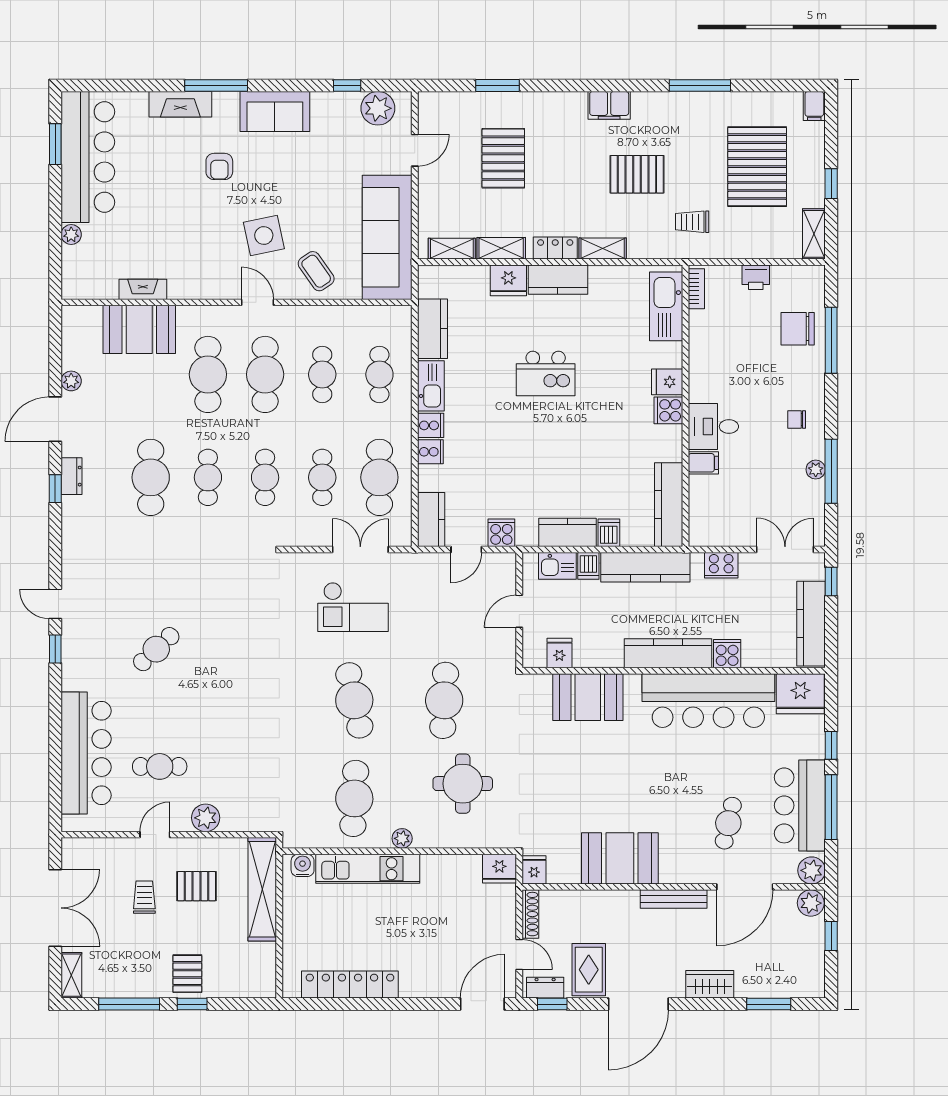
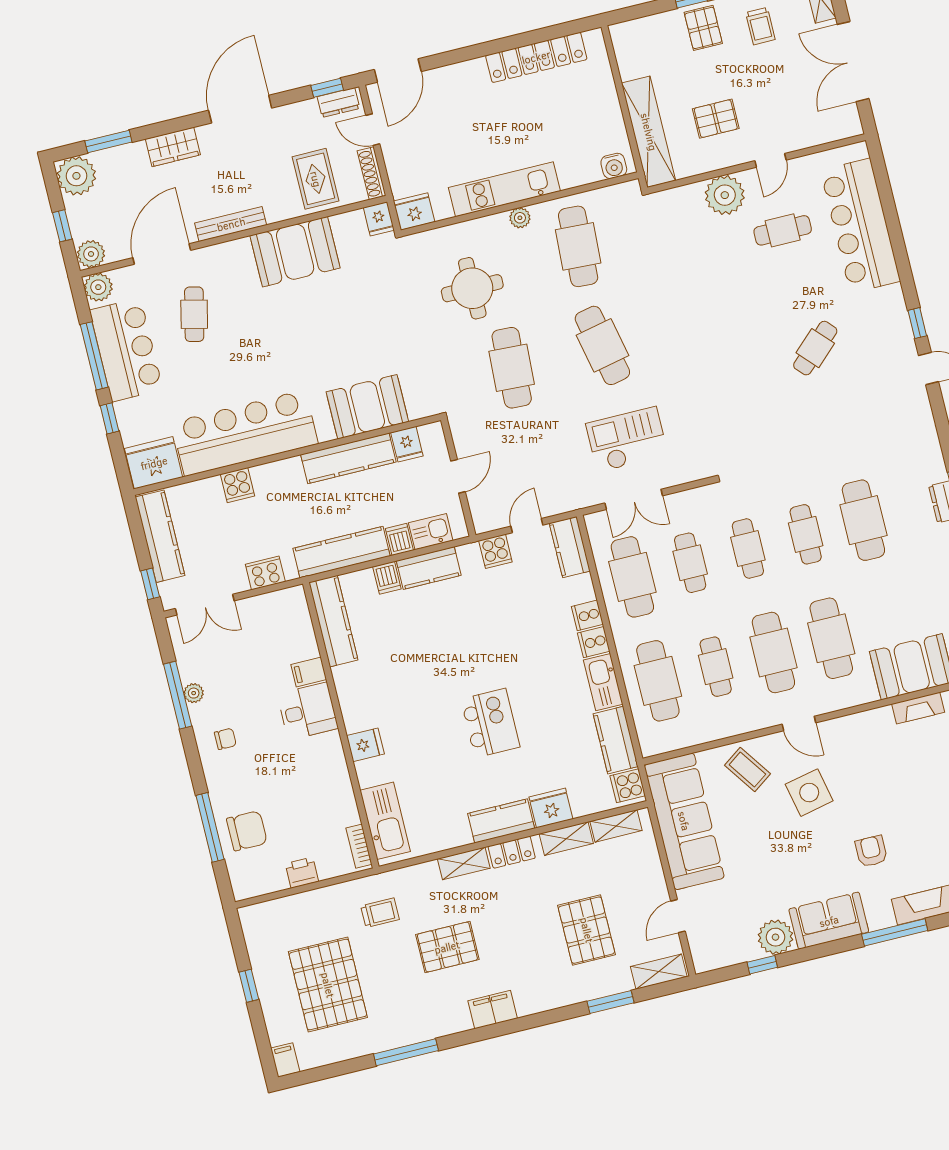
plant: (378, 108) -> (775, 937), moved
shelving: (814, 234) -> (659, 972), moved, turned 90
cafe table: (379, 374) -> (658, 681), width x1.37, depth x1.35
kitchen island: (546, 374) -> (490, 723), turned 90
cooker: (668, 410) -> (628, 786), moved, turned 180
kitchen counter: (668, 653) -> (348, 458), moved
plant: (206, 818) -> (725, 195), width x1.36, depth x1.36
kitchen unit: (368, 869) -> (504, 189), moved
trolley: (144, 897) -> (760, 26), moved
rug: (589, 970) -> (316, 179), moved
plant: (807, 979) -> (76, 176), added

